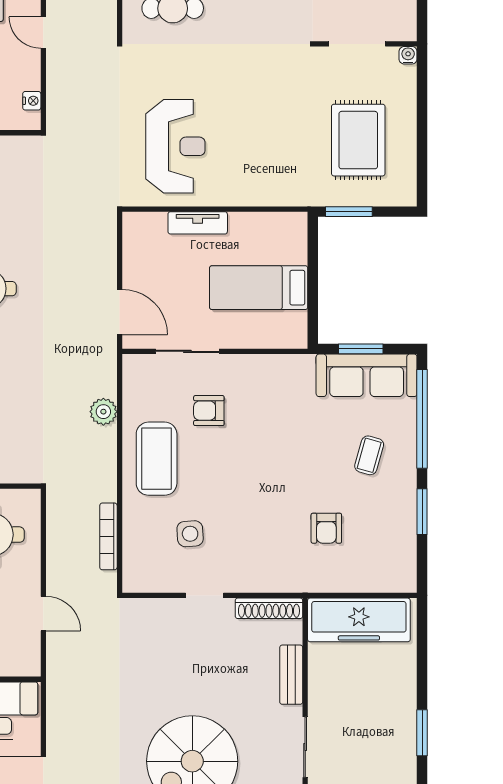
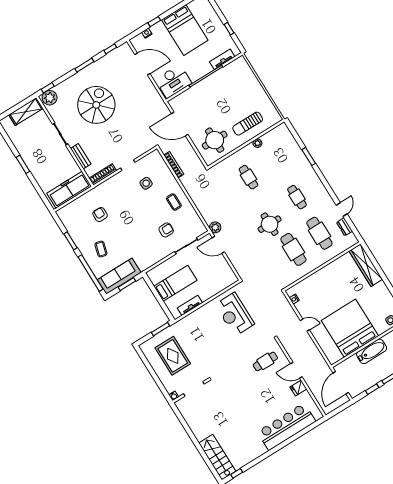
tv unit: (198, 223) -> (190, 305), moved
plant: (103, 412) -> (215, 227), moved
coffee table: (157, 459) -> (174, 202), width x0.54, depth x0.58
door: (43, 614) -> (180, 124), width x1.88

